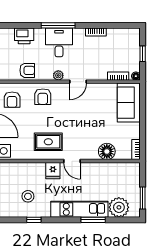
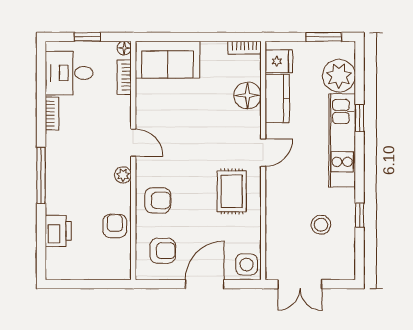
desk: (59, 42) -> (69, 73), moved
kitchen counter: (105, 170) -> (277, 99), added
fridge: (53, 171) -> (279, 61), moved
window: (93, 220) -> (360, 118), width x0.67

